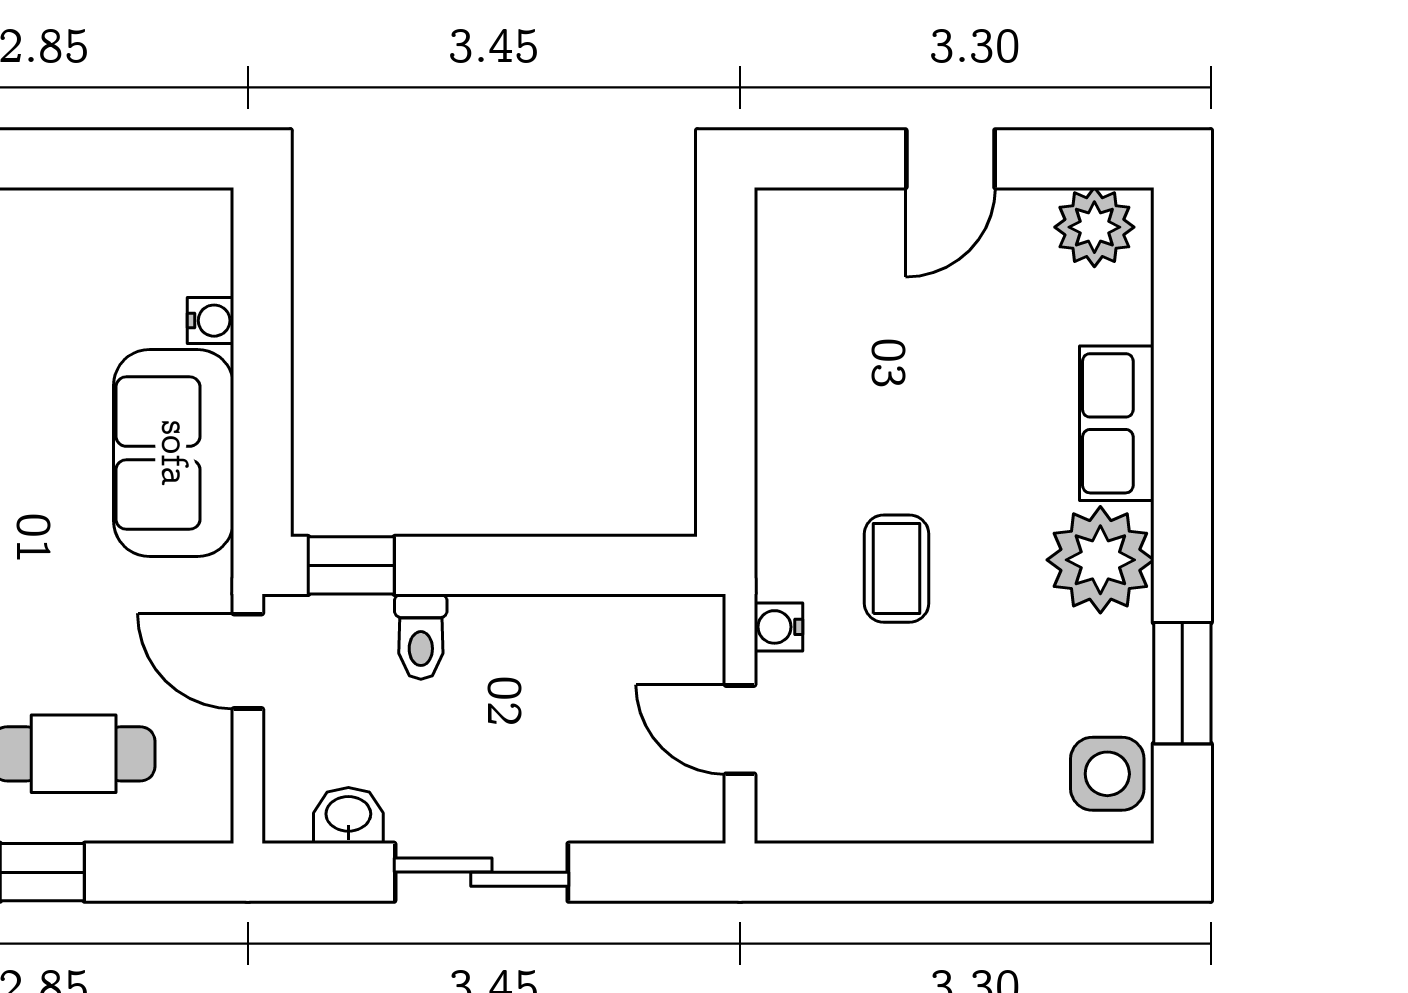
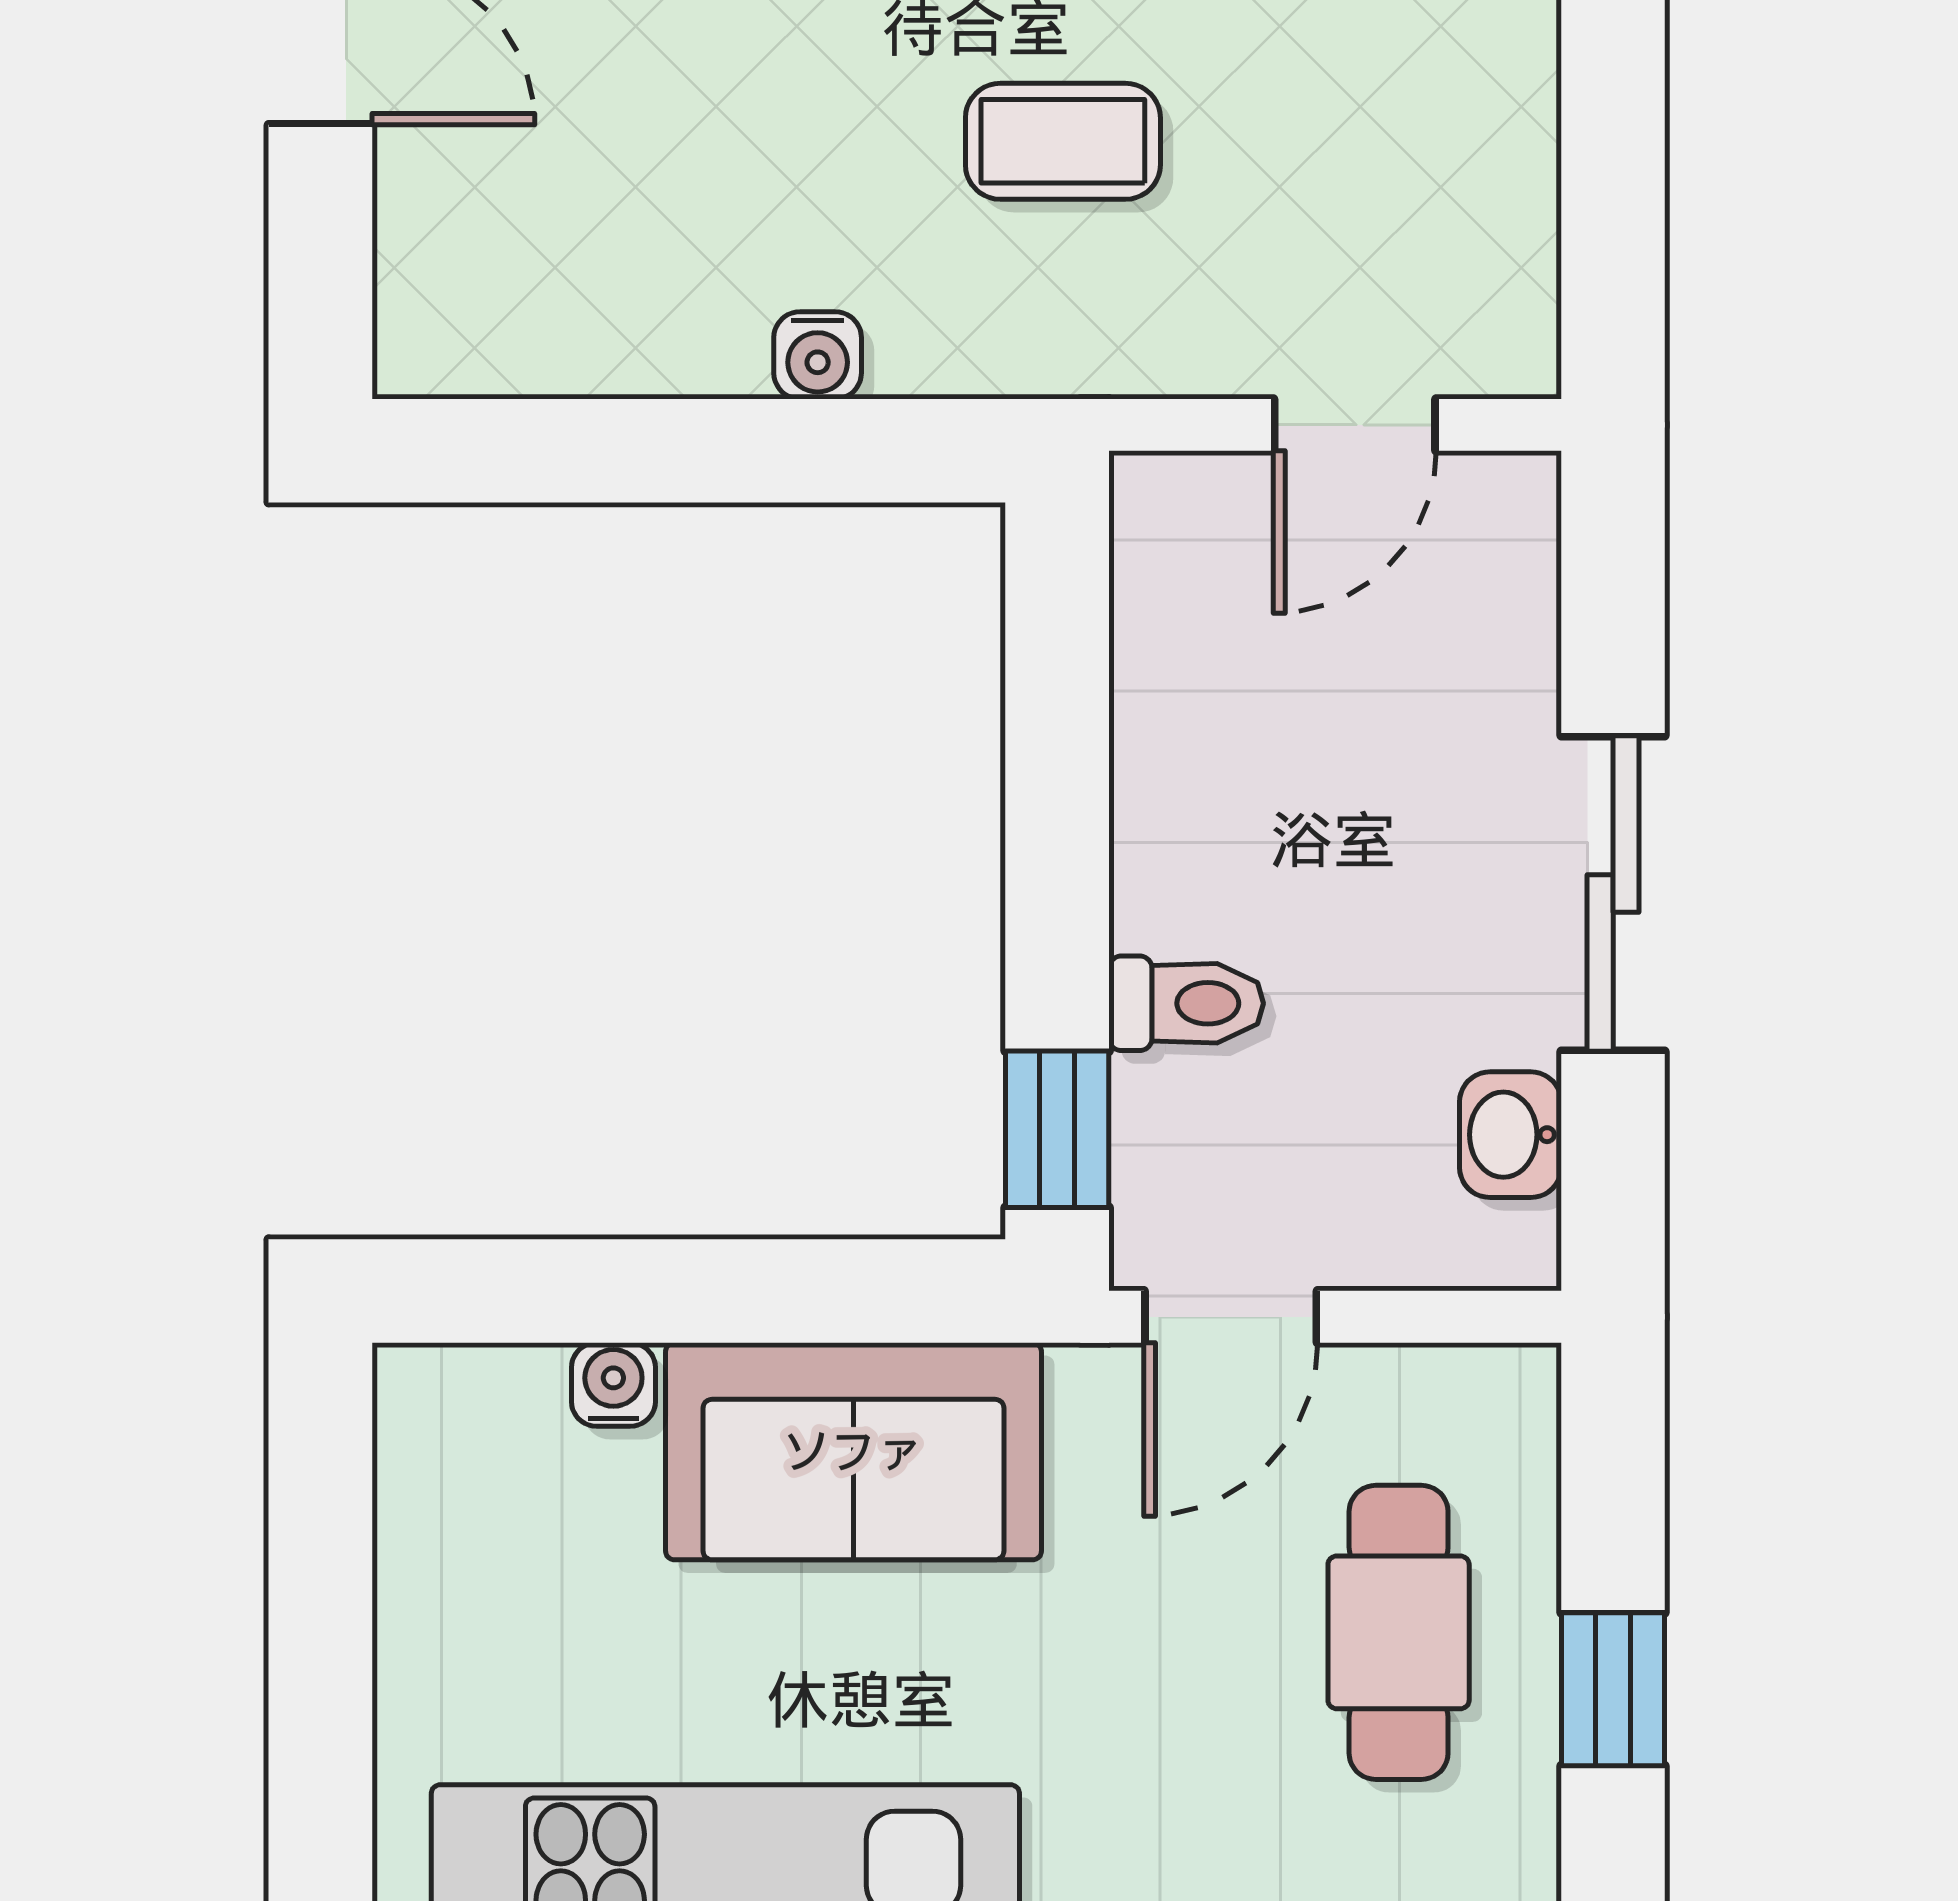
water cooler: (778, 627) -> (818, 355), moved

